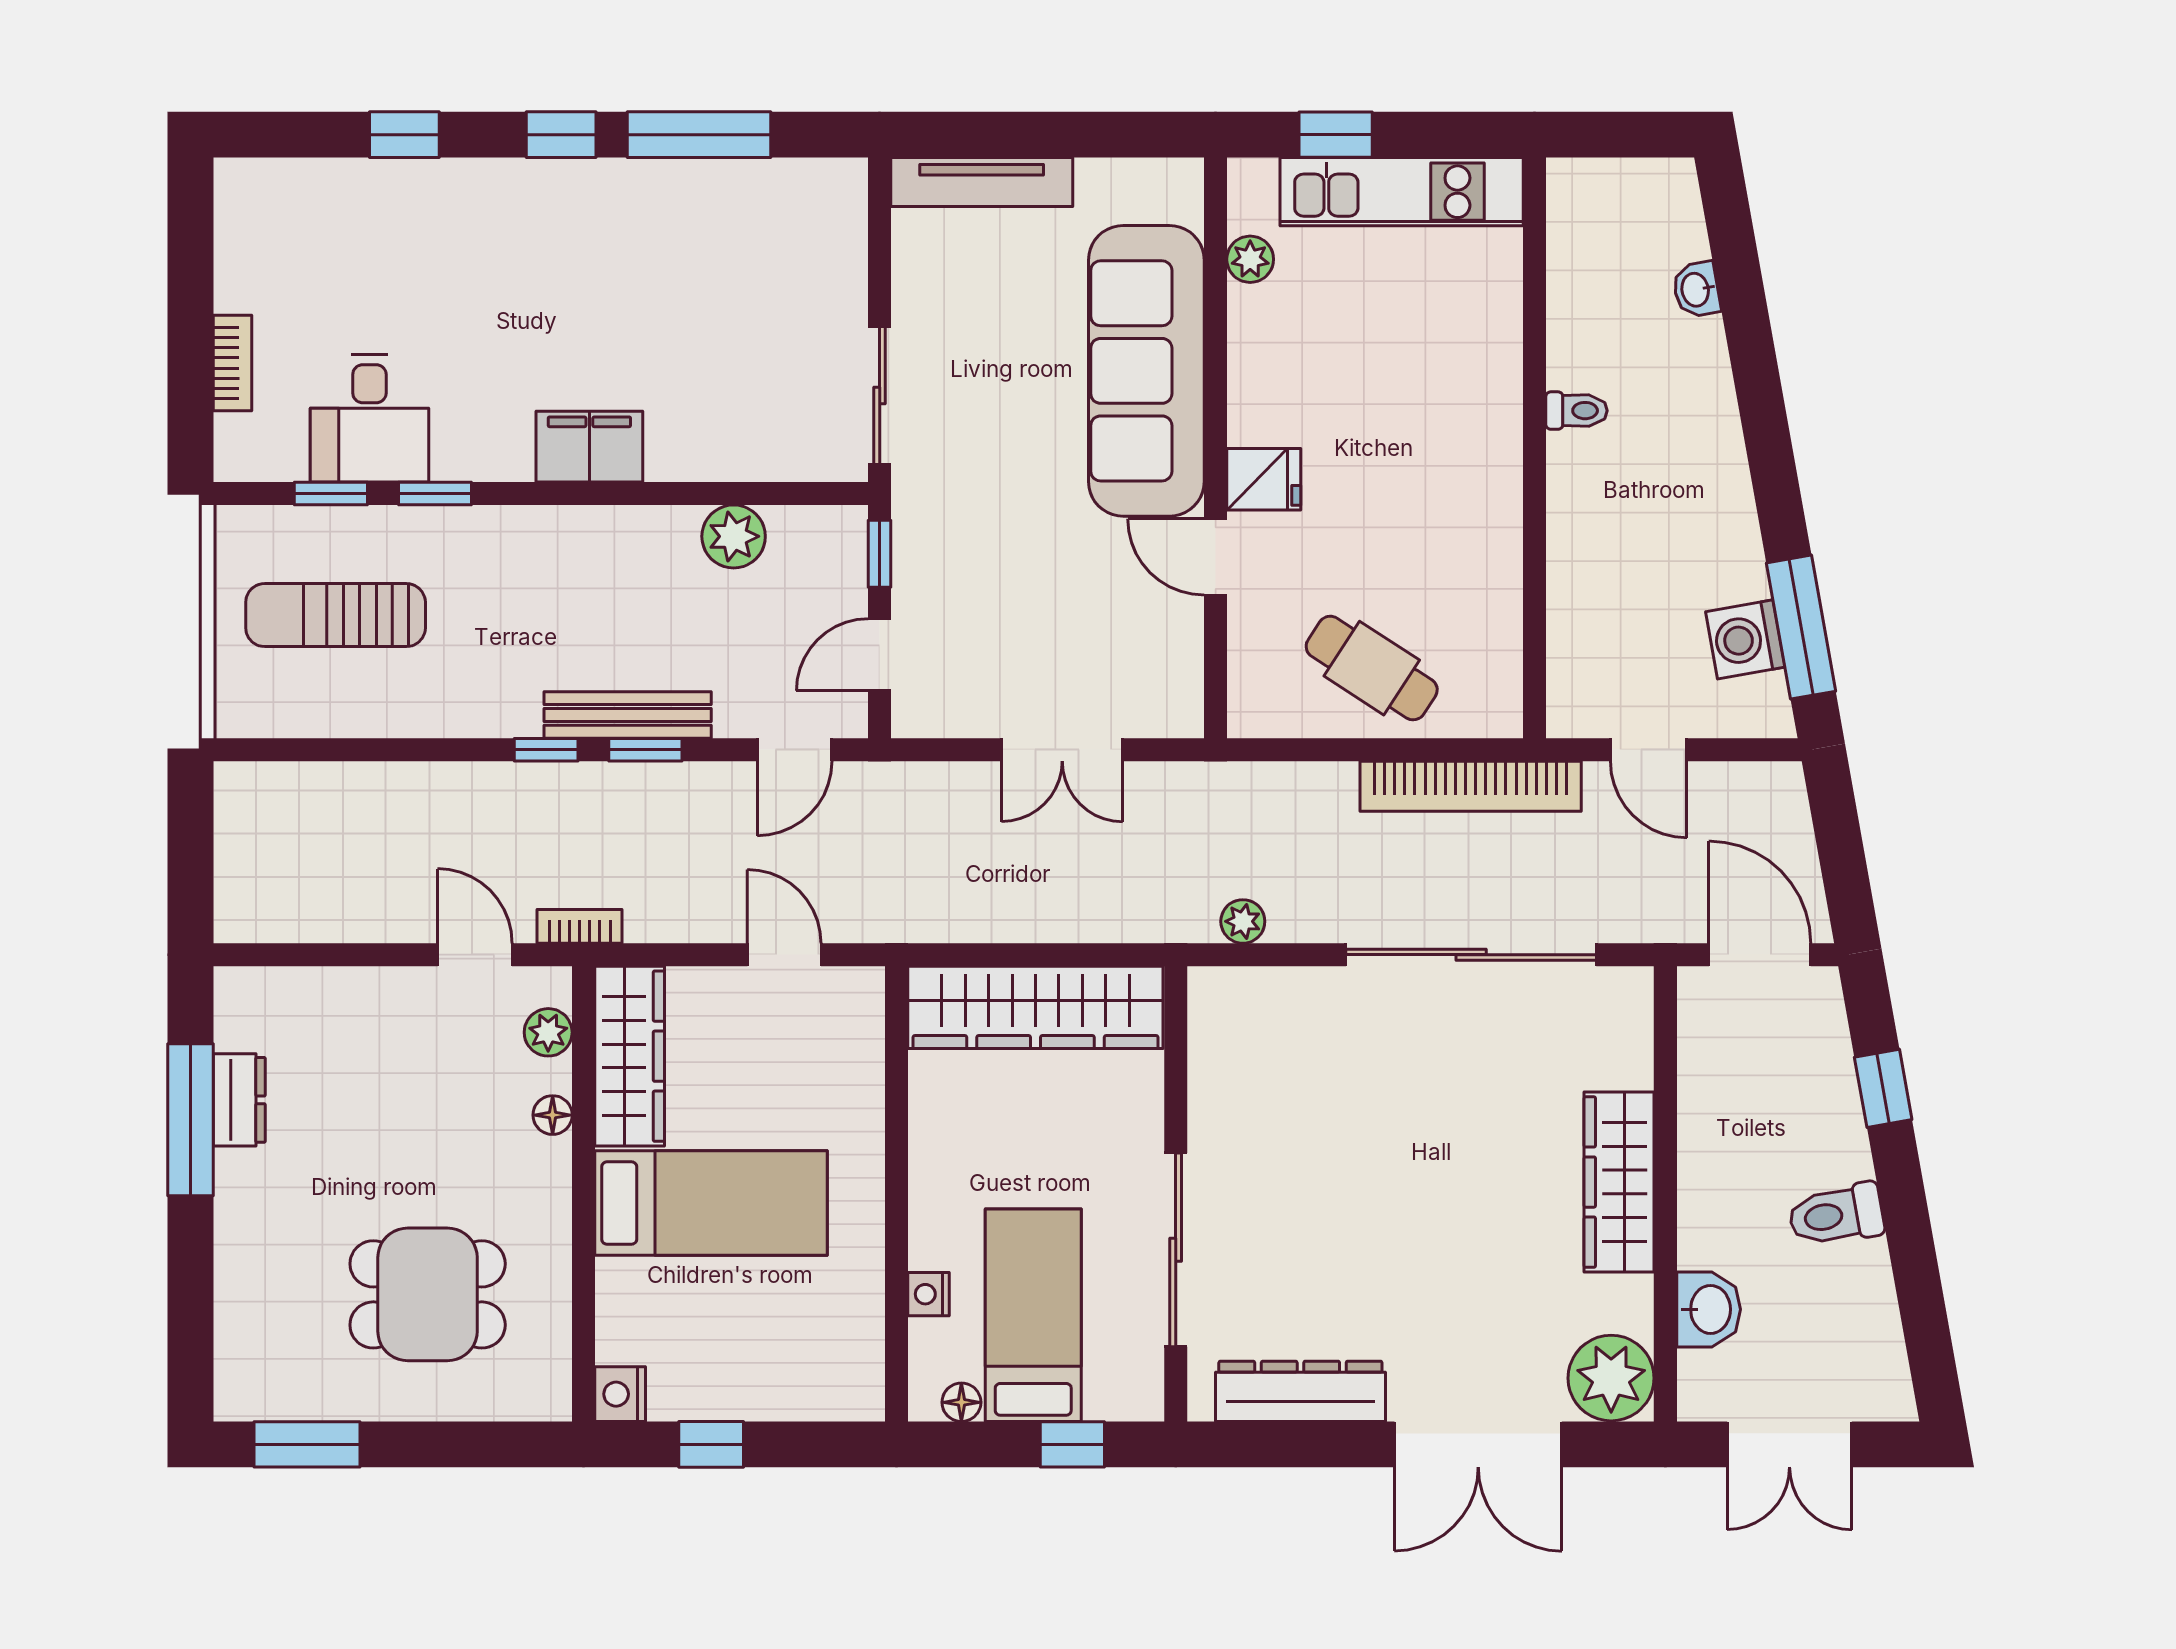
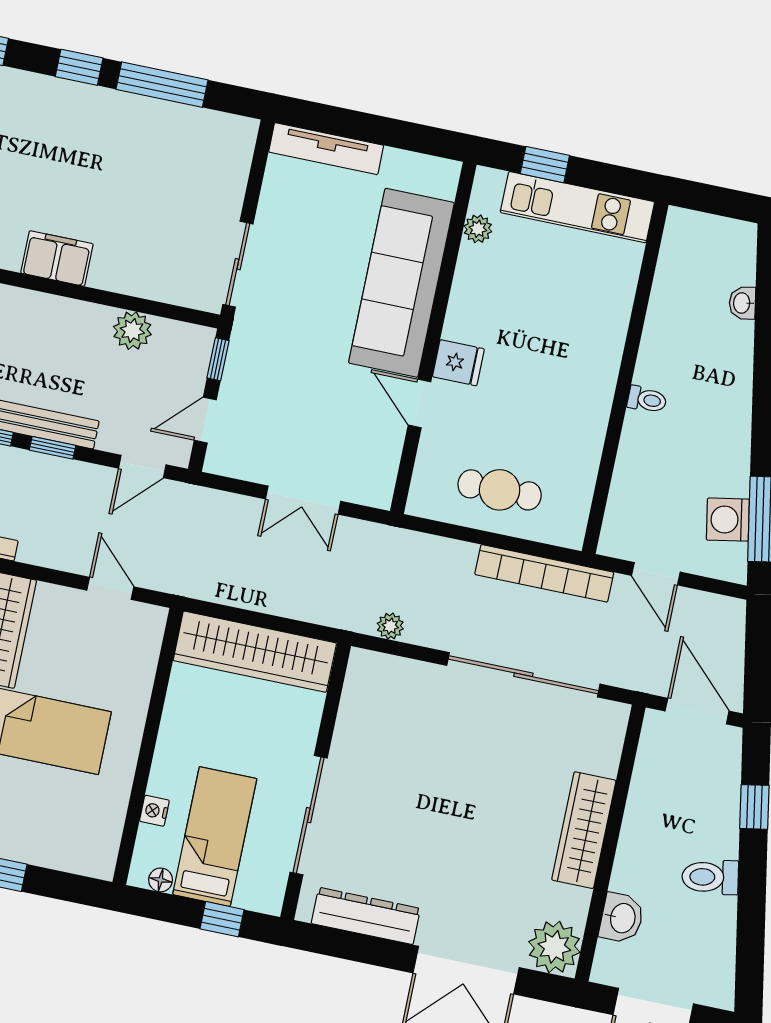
toilet: (1576, 411) -> (647, 400), moved
cafe table: (1372, 668) -> (500, 490), turned -33

